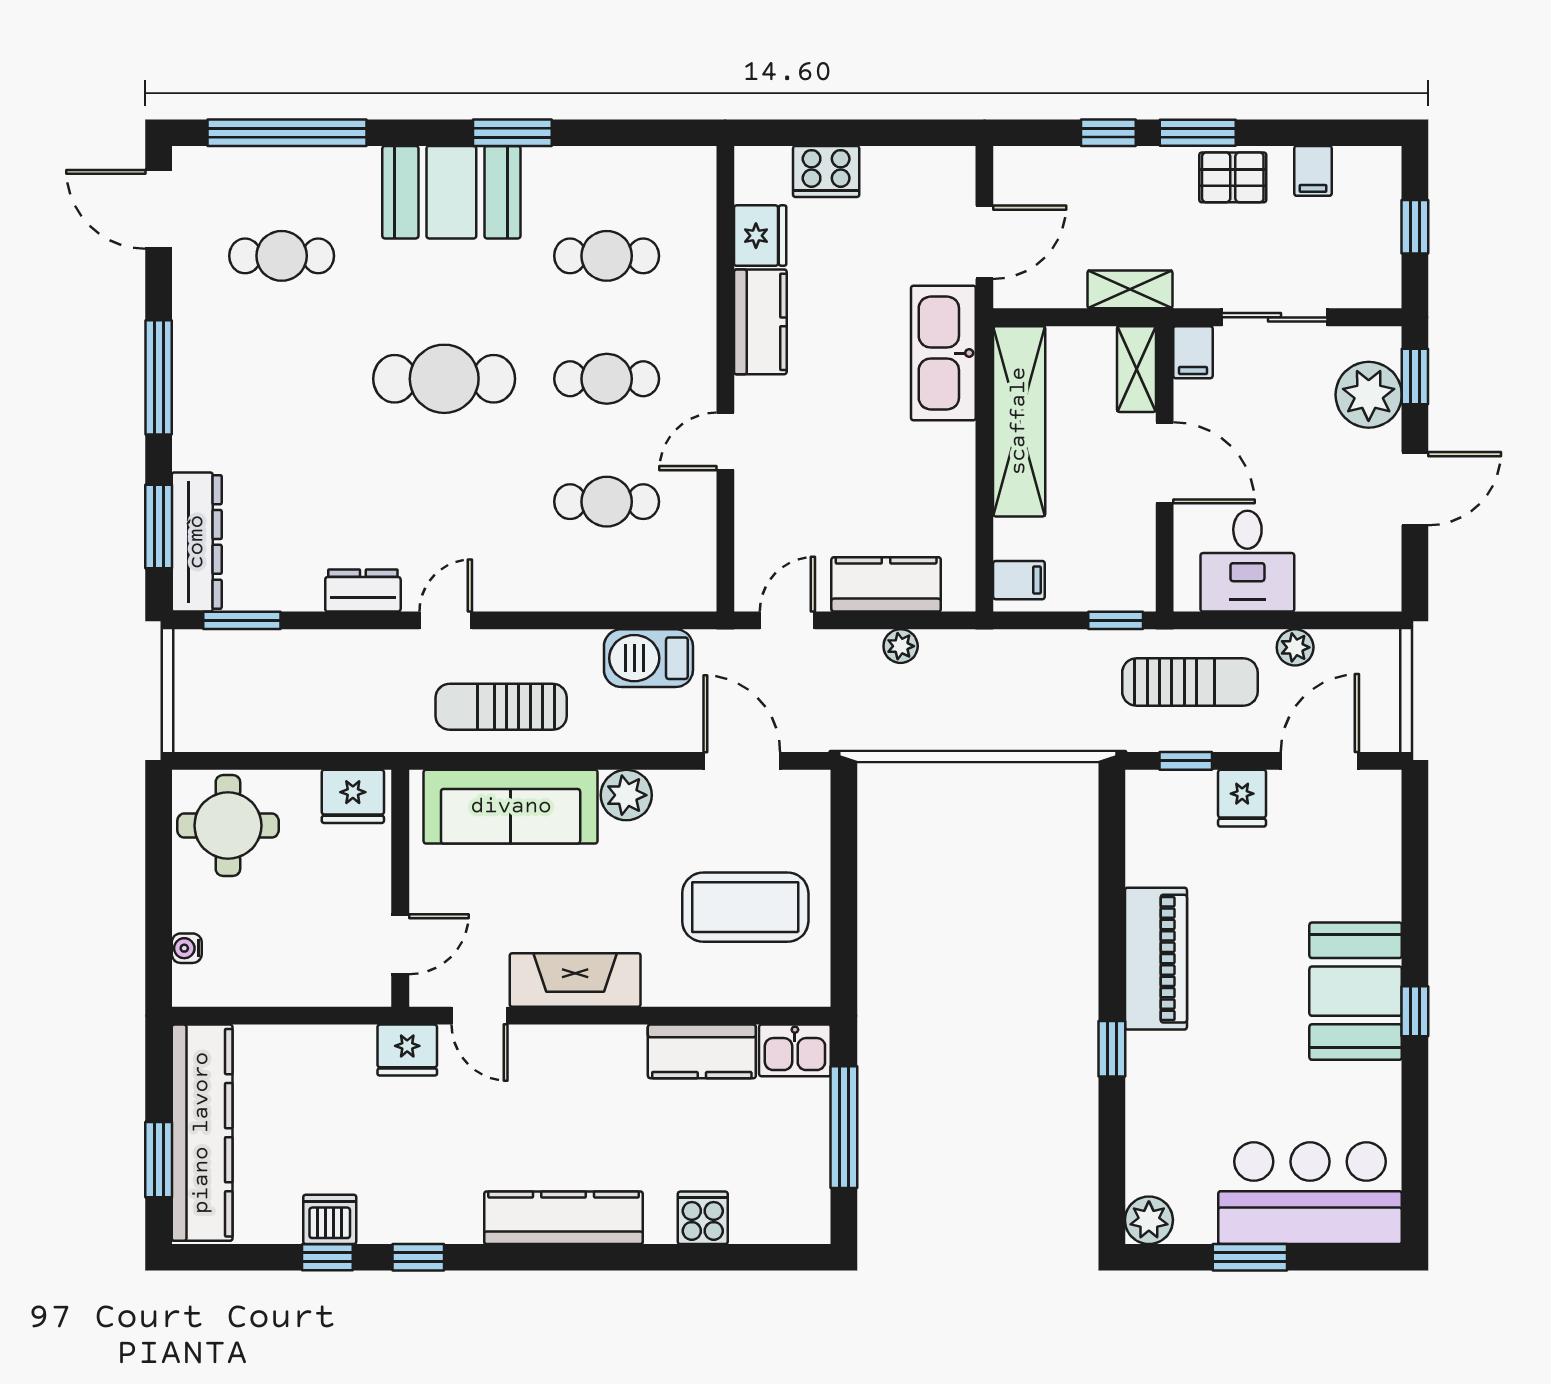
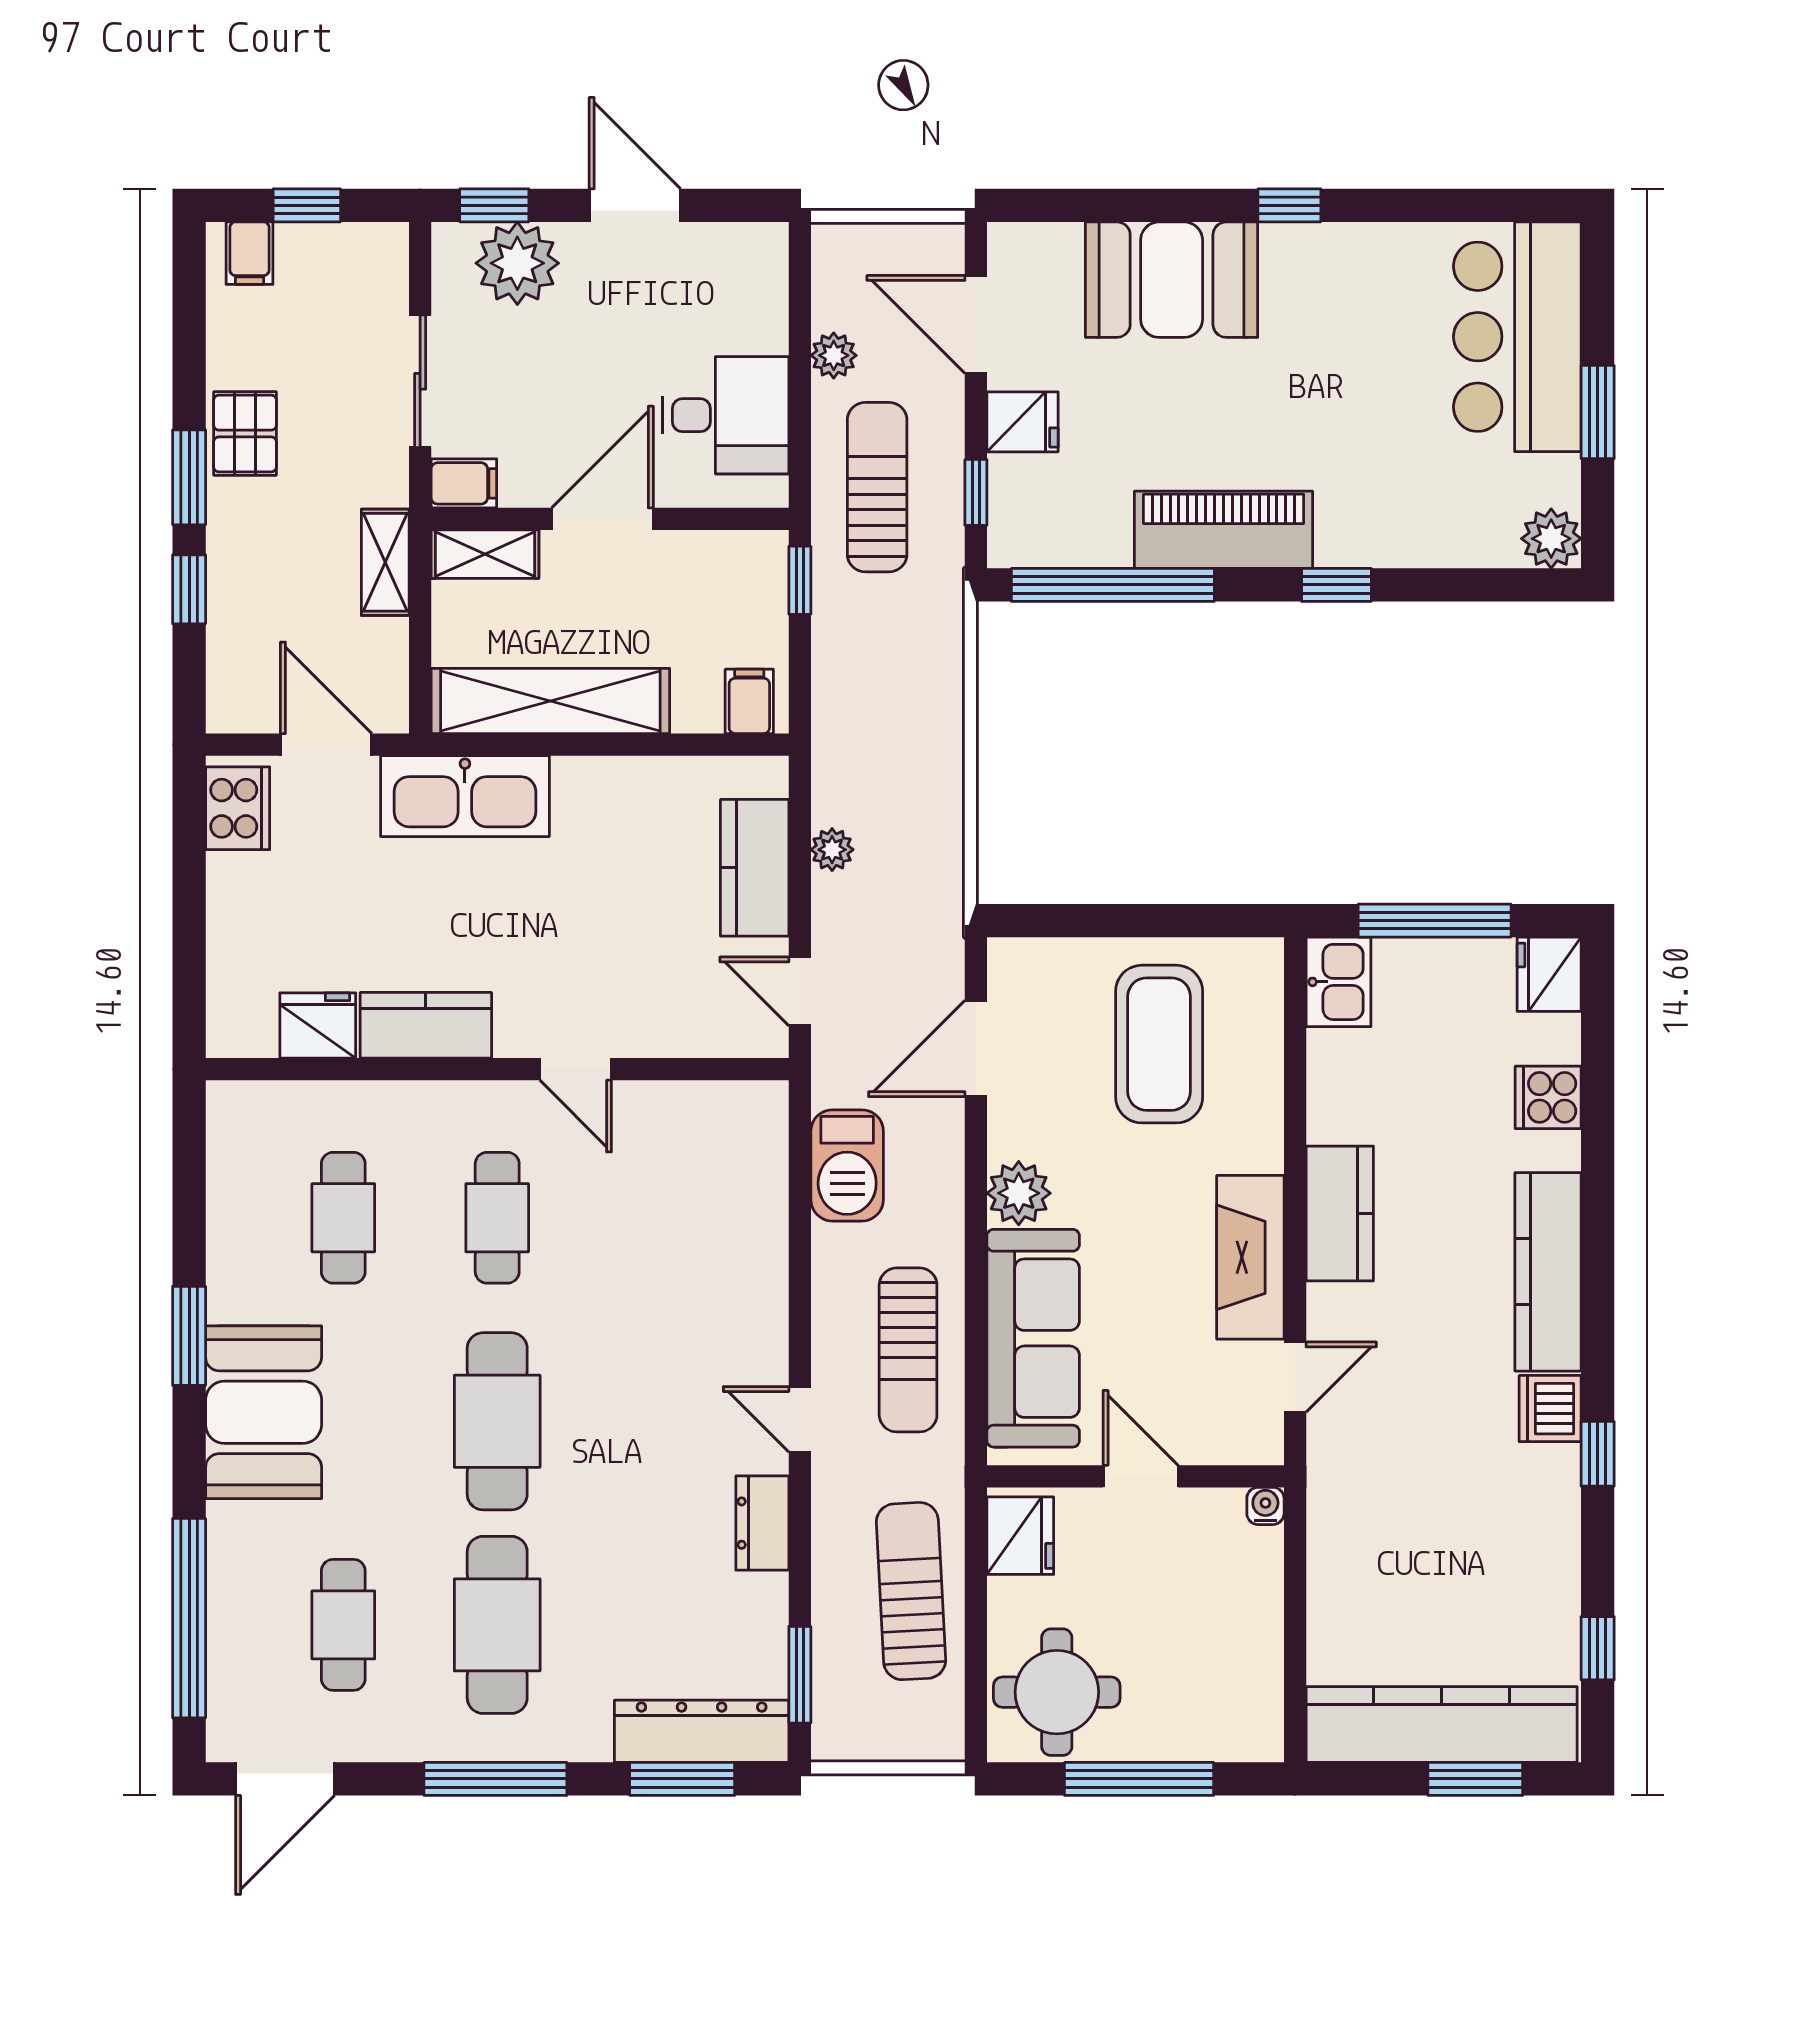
filing cabinet: (1313, 171) -> (250, 253), moved, turned 90
cooker: (826, 172) -> (238, 808), moved
cafe table: (607, 502) -> (497, 1625), moved, width x1.37, depth x1.35
sun lounger: (309, 709) -> (911, 1591), added
window: (1112, 870) -> (1113, 585), added
window: (159, 891) -> (1139, 1779), added
door: (400, 944) -> (1141, 1476), moved
water cooler: (187, 948) -> (1265, 1506), moved, turned 180
booth: (1356, 991) -> (1172, 280), moved
fridge: (407, 1050) -> (1549, 974), moved, turned 180
kitchen counter: (702, 1051) -> (1340, 1214), moved
dishwasher: (330, 1219) -> (1550, 1409), moved
window: (327, 1257) -> (1598, 1648), moved

